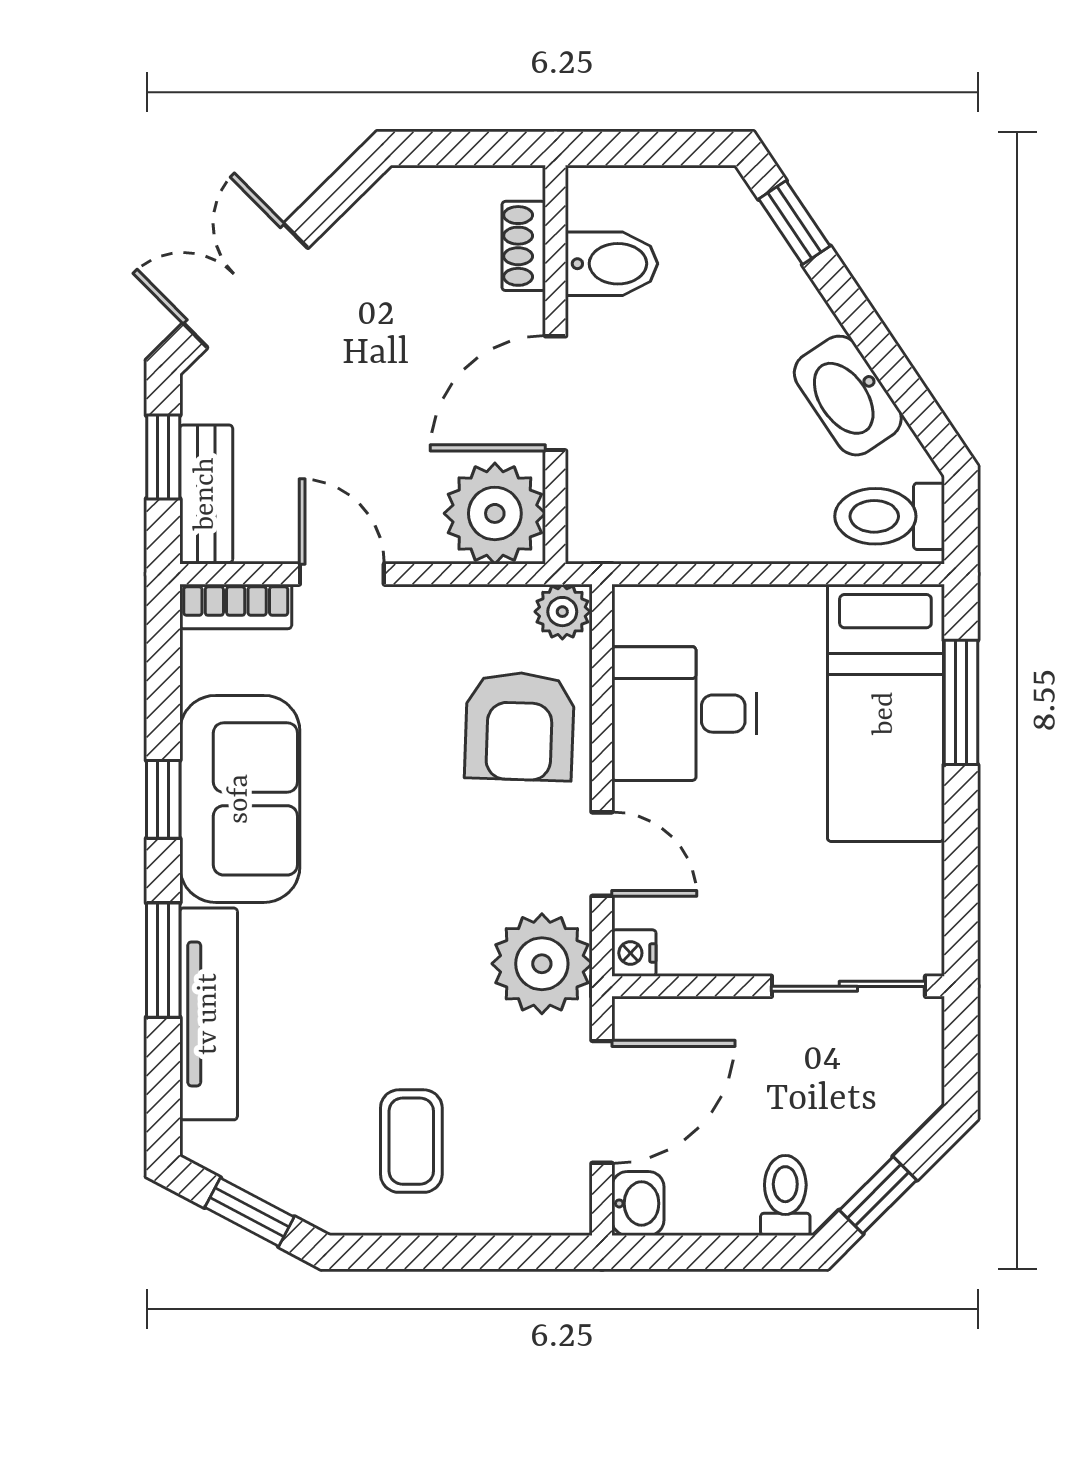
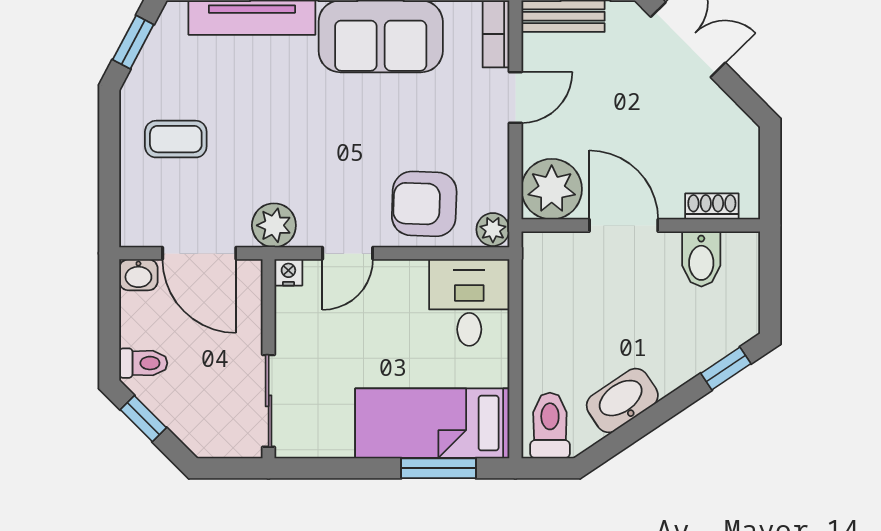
desk: (684, 714) -> (469, 303), moved
plant: (542, 964) -> (274, 225), width x0.73, depth x0.73

